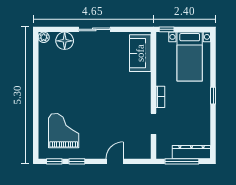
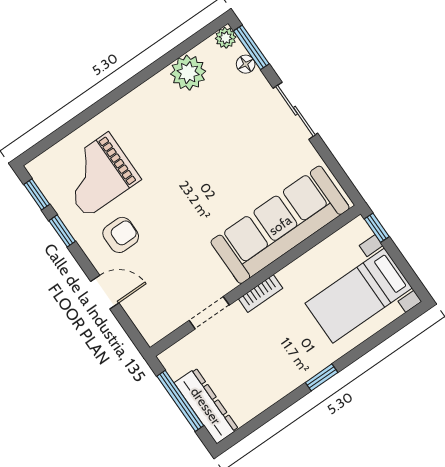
window: (55, 29) -> (251, 47), added
floor lamp: (65, 41) -> (246, 64), width x0.53, depth x0.53
sofa: (140, 53) -> (280, 225), width x1.85, depth x1.27
plant: (47, 63) -> (188, 73), added
grand piano: (64, 131) -> (97, 175), turned 180
armchair: (95, 138) -> (121, 235), added

